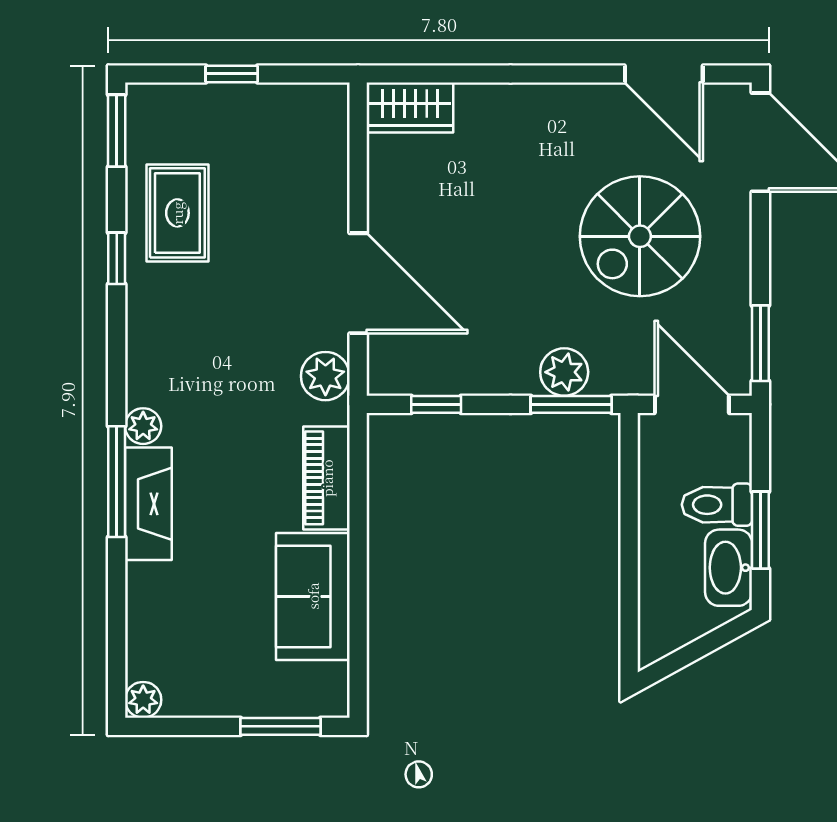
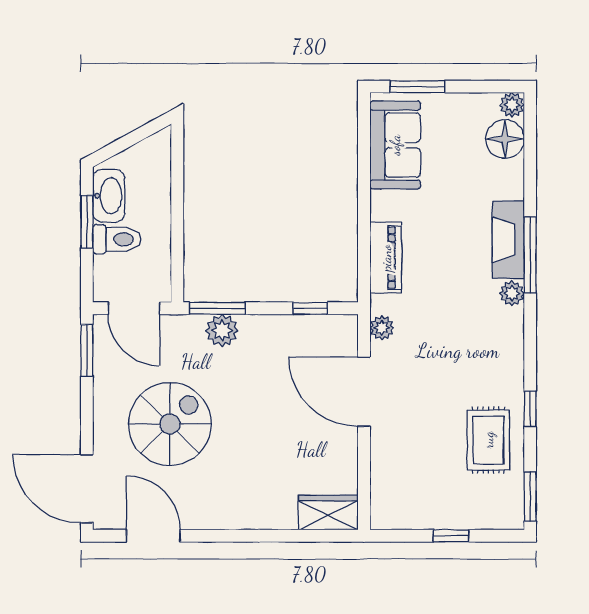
plant: (325, 376) -> (382, 328), width x0.73, depth x0.73
sofa: (313, 596) -> (395, 145), moved
floor lamp: (153, 650) -> (505, 139), added

